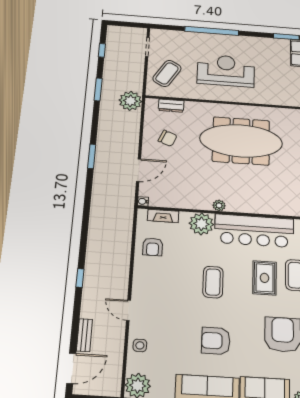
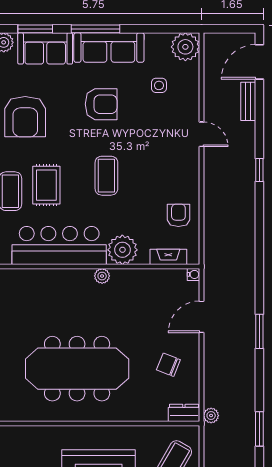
plant: (130, 101) -> (211, 416), width x0.53, depth x0.53
dresser: (171, 106) -> (184, 413), moved
side table: (140, 345) -> (159, 85), moved

